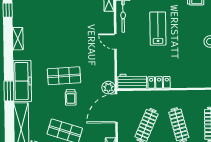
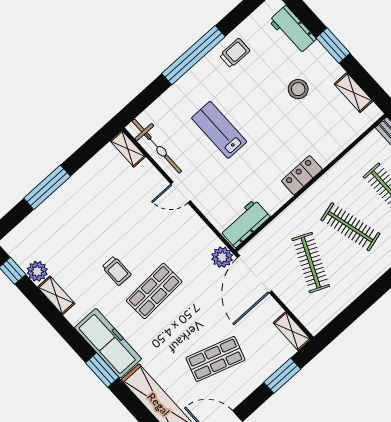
plant: (19, 20) -> (37, 271), added
locker: (159, 82) -> (302, 175), moved
trolley: (71, 97) -> (117, 271), moved

